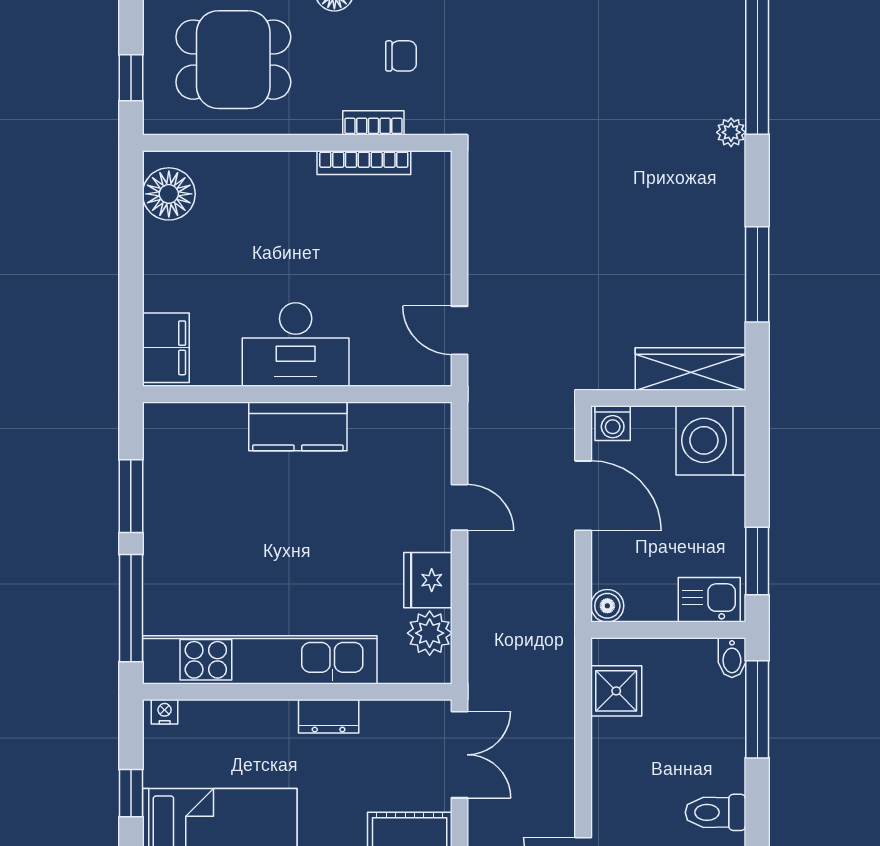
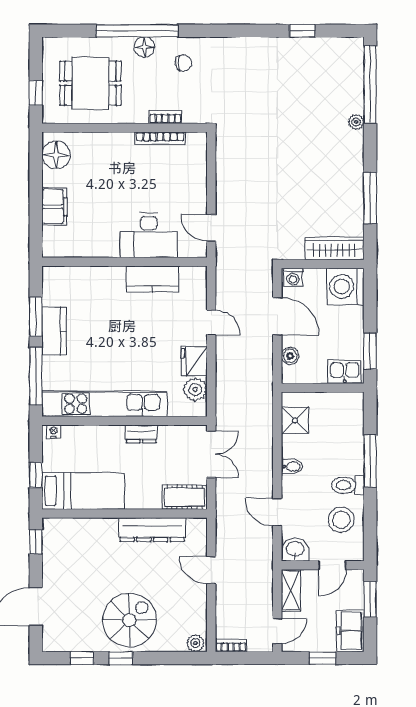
chair: (401, 56) -> (184, 63), moved
desk: (296, 344) -> (149, 235), moved
filing cabinet: (166, 348) -> (54, 207), moved
kitchen counter: (298, 426) -> (152, 279), moved
kitchen counter: (165, 524) -> (54, 331), added
boiler: (607, 606) -> (290, 356), moved
bidet: (732, 658) -> (292, 467), moved, turned -90
window: (757, 709) -> (370, 461), moved

